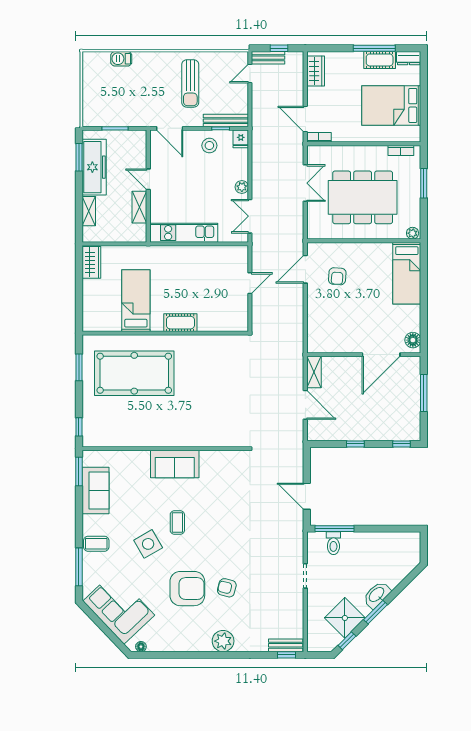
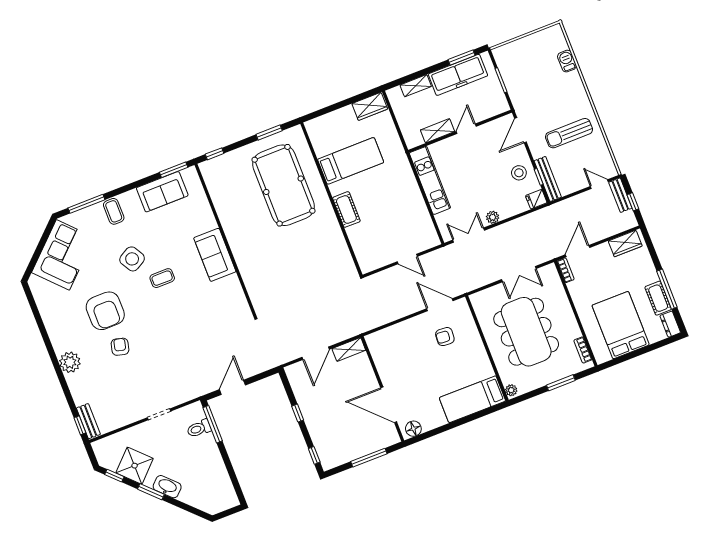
floor lamp: (141, 647) -> (35, 289), removed

